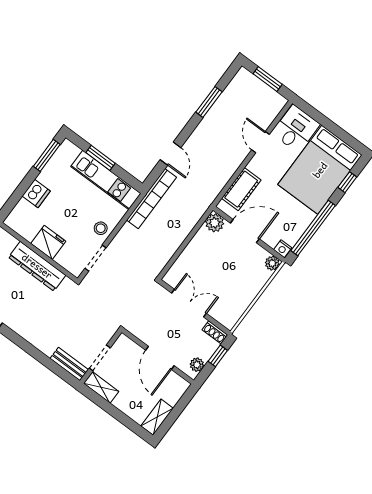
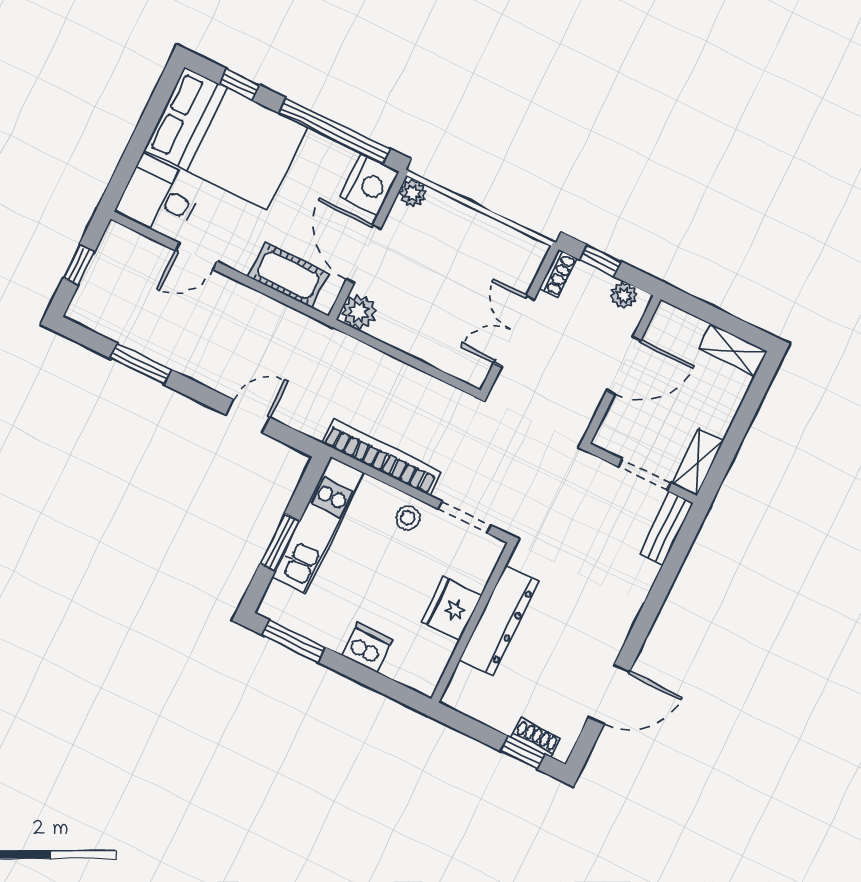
window: (268, 79) -> (79, 265), width x0.67
bookcase: (152, 199) -> (381, 457), moved
nightstand: (283, 249) -> (369, 185), width x1.89, depth x1.79

